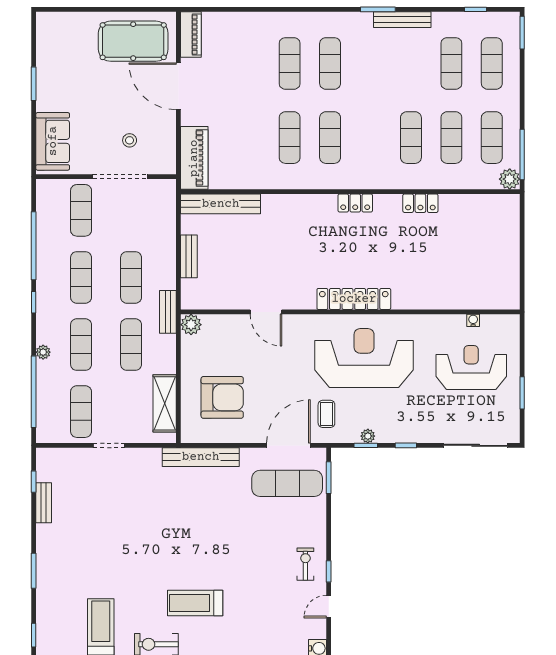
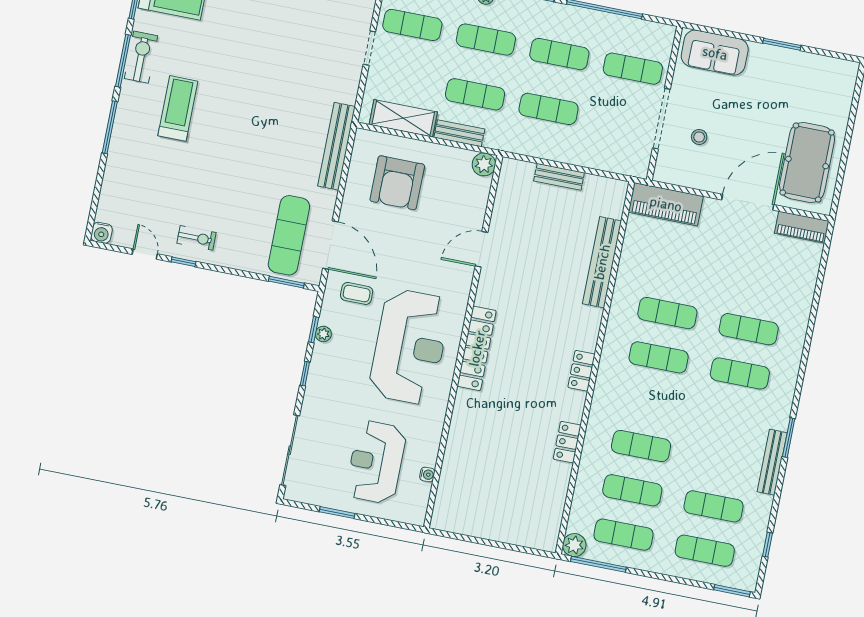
bench: (221, 204) -> (602, 262), moved
bench: (168, 312) -> (459, 133), moved
reception desk: (471, 368) -> (376, 462), turned 180

